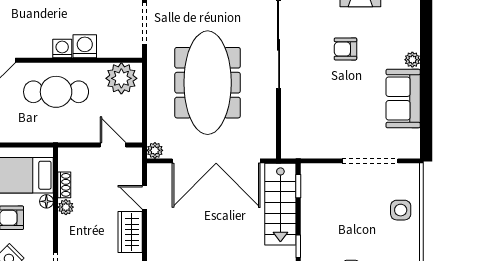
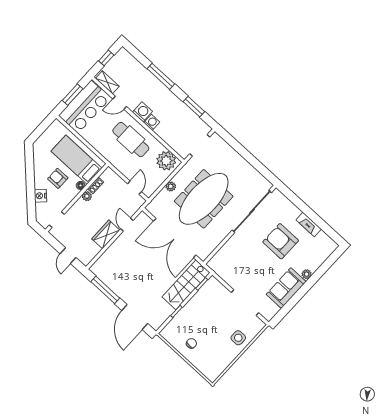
washing machine: (85, 46) -> (142, 112), moved
armchair: (345, 49) -> (281, 241), width x1.88, depth x1.88
plant: (155, 150) -> (171, 186), moved

